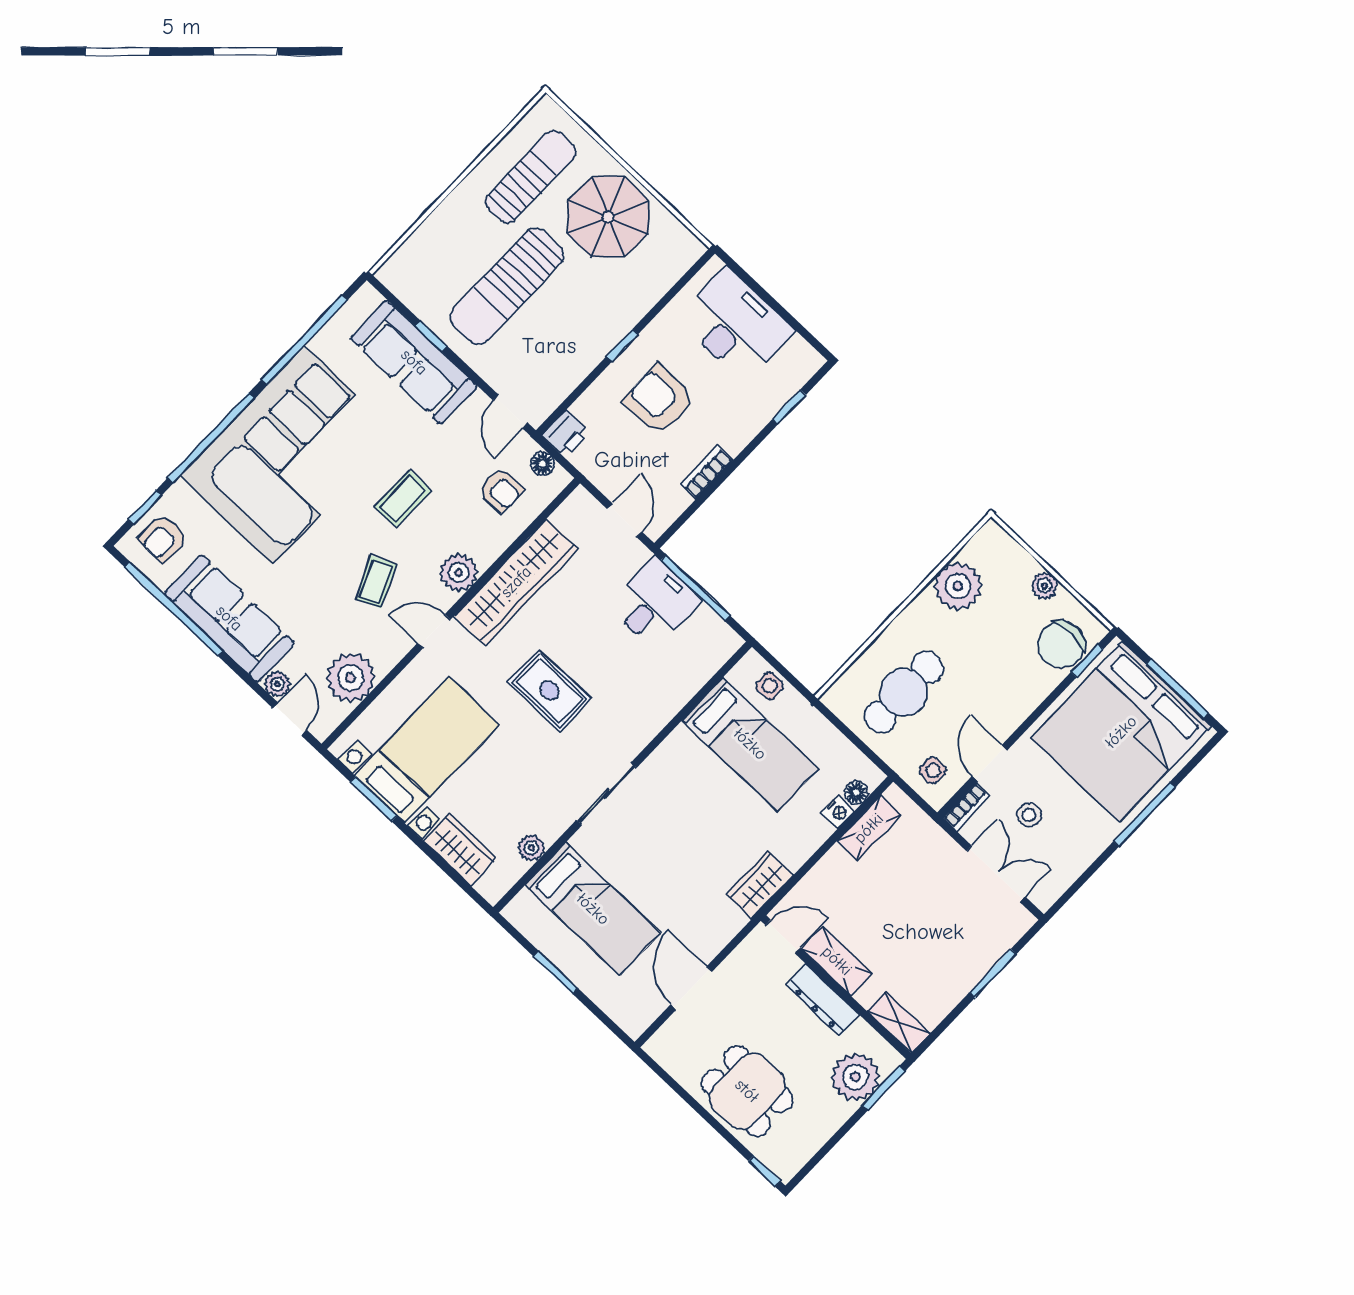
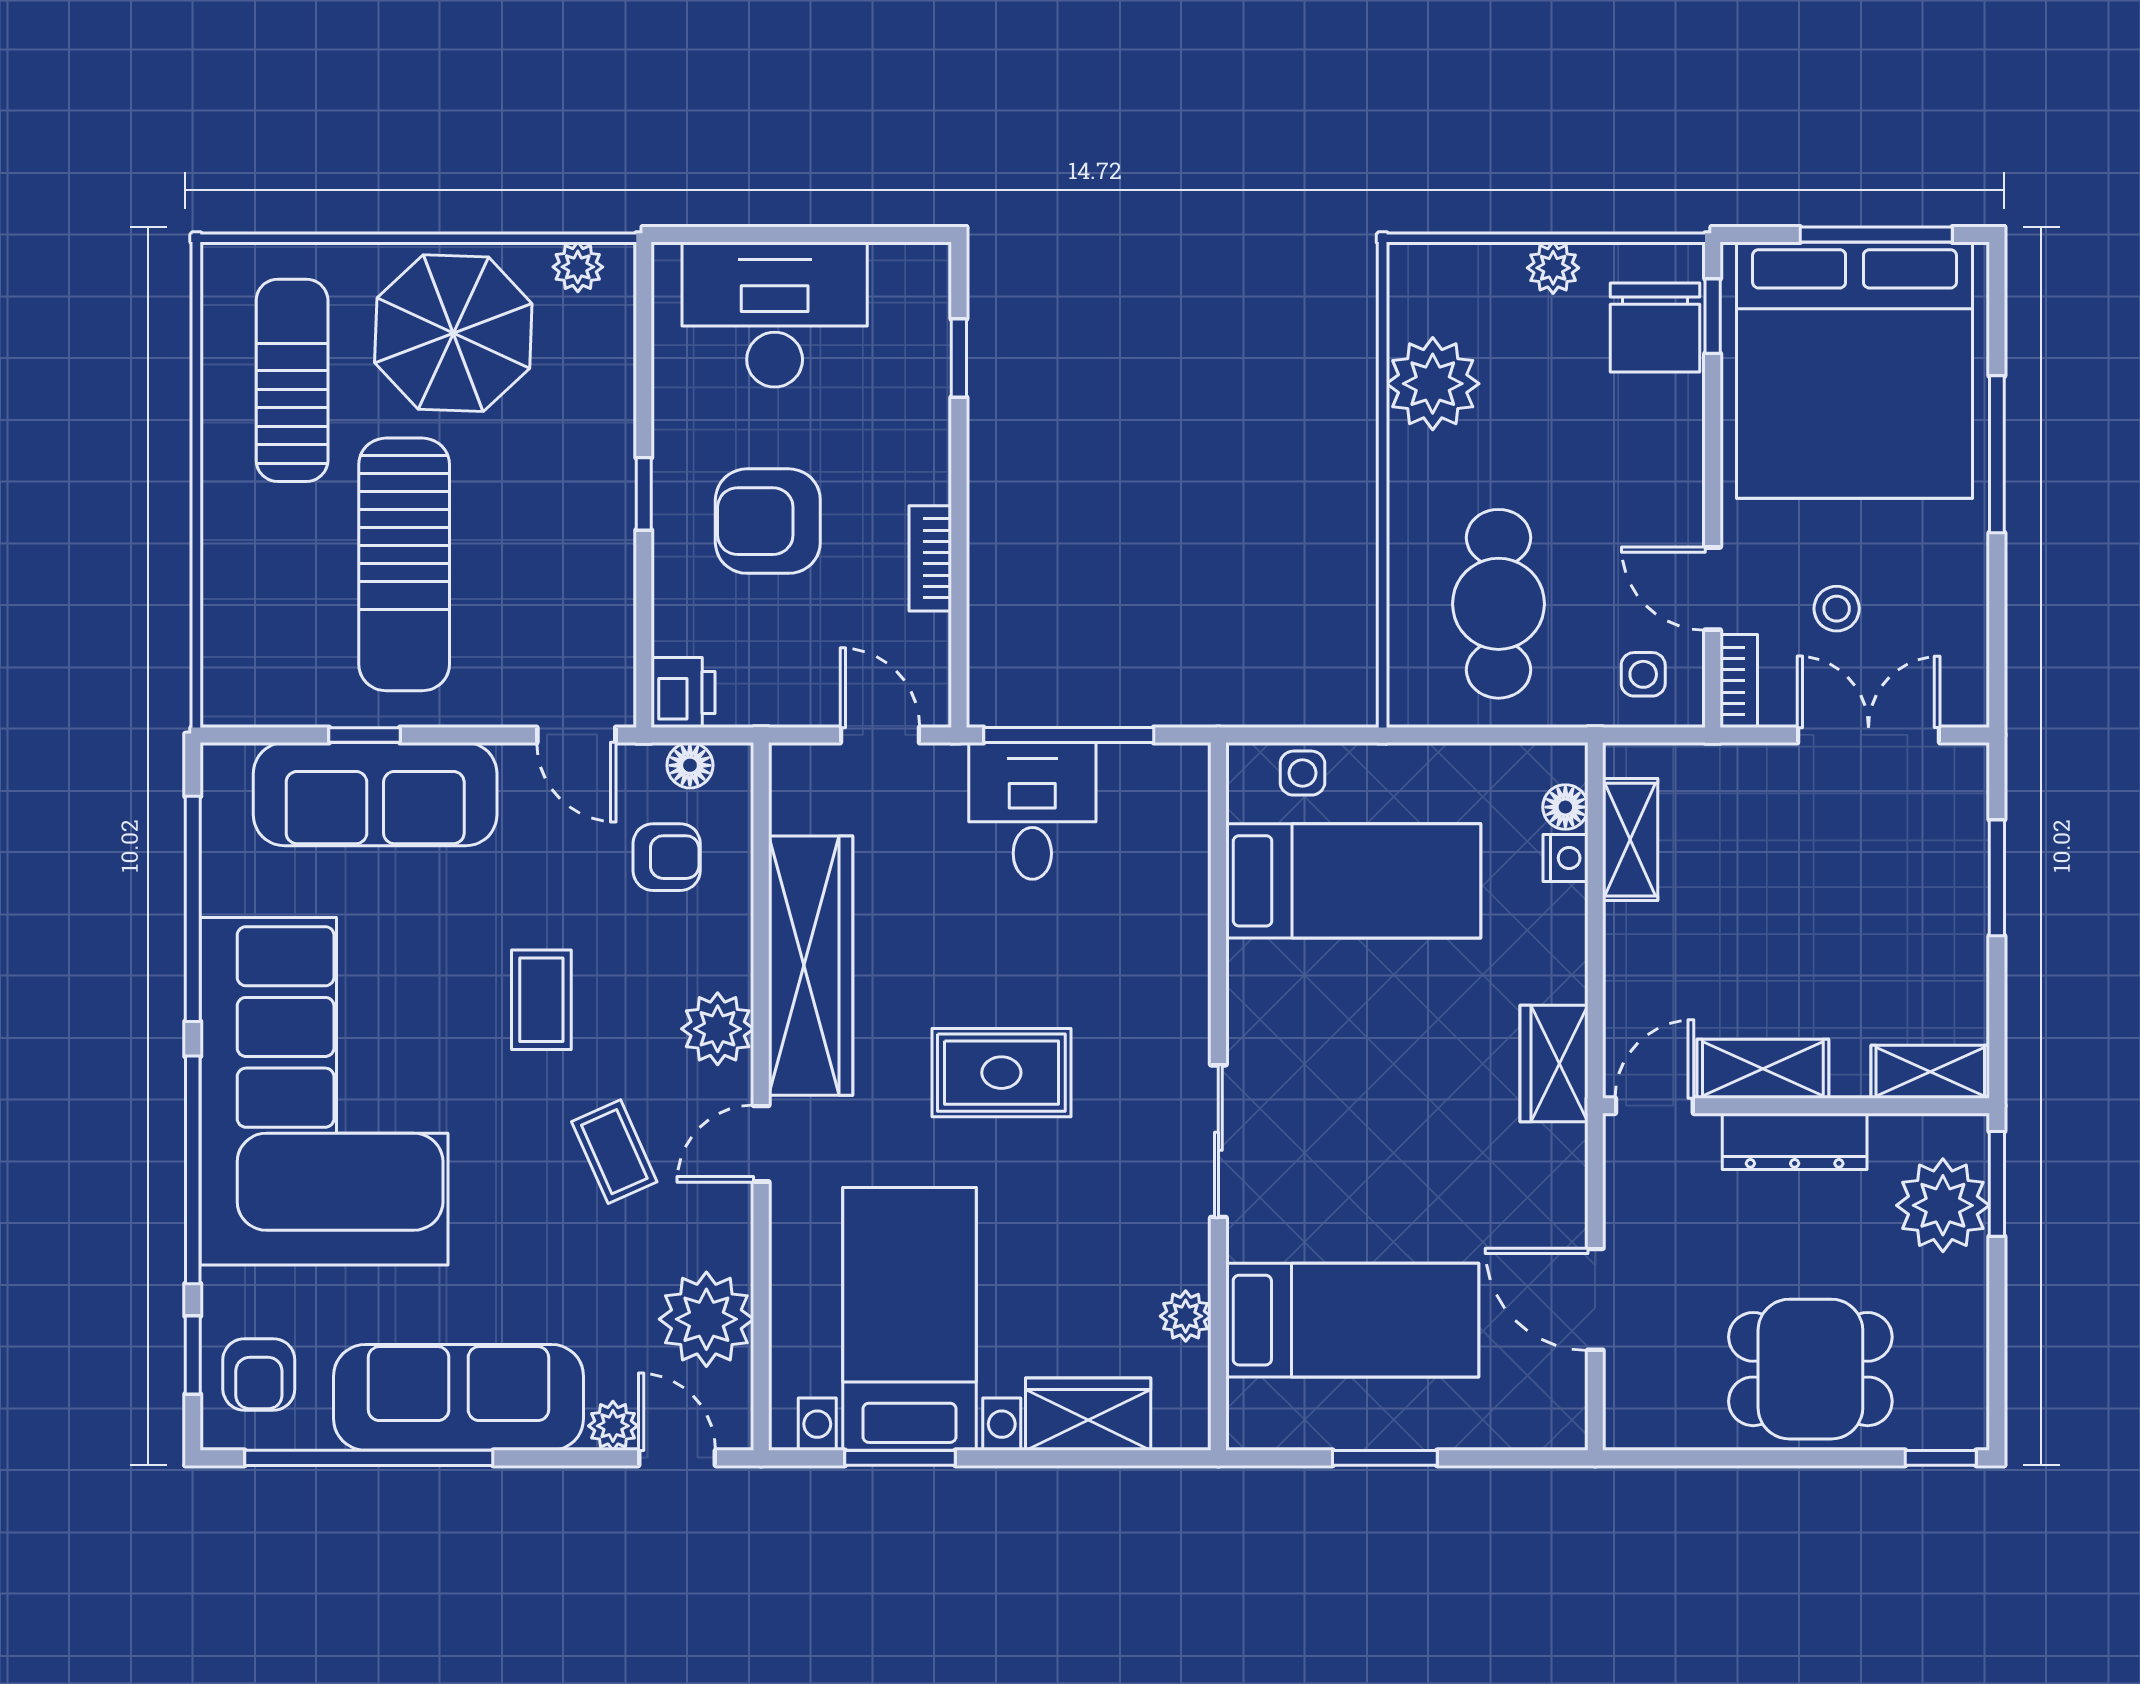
plant: (679, 237) -> (578, 267), added

